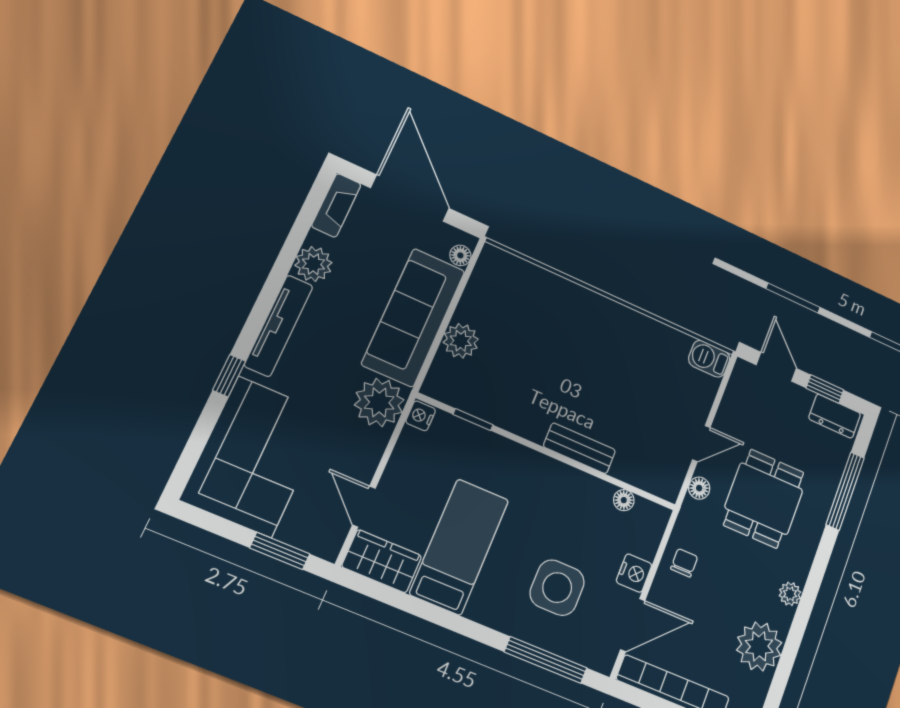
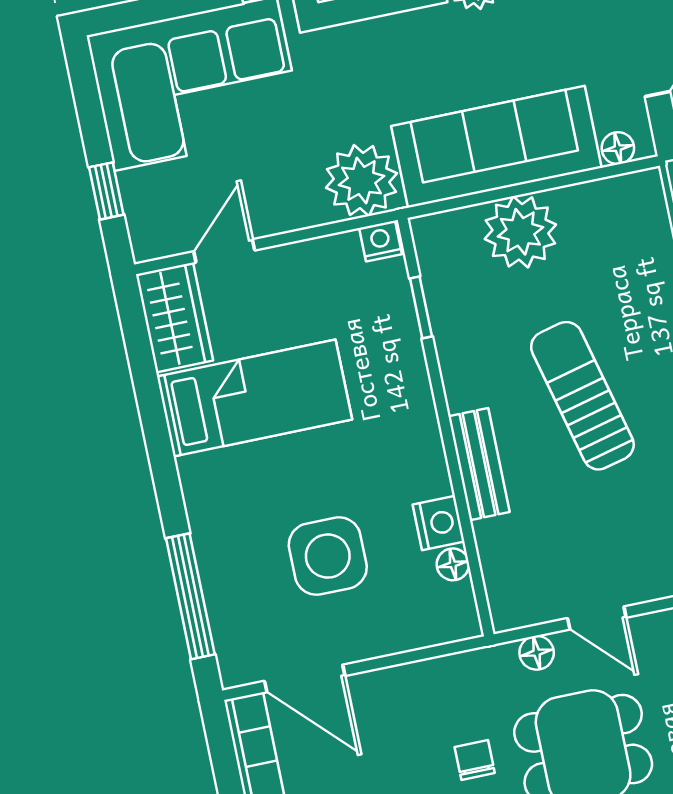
plant: (461, 341) -> (520, 232), width x1.36, depth x1.36
sun lounger: (580, 368) -> (582, 396), added
window: (280, 551) -> (106, 191), width x0.67
chair: (684, 563) -> (475, 760), moved, turned -90
nightstand: (634, 573) -> (439, 523), moved, turned -90
side table: (557, 588) -> (328, 556), moved

